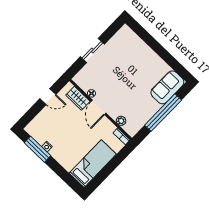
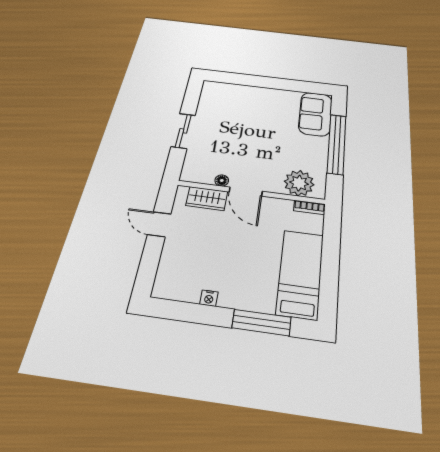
door: (48, 97) -> (159, 224), swing flipped
plant: (121, 121) -> (299, 183), width x1.87, depth x1.87
window: (38, 149) -> (262, 322), moved

